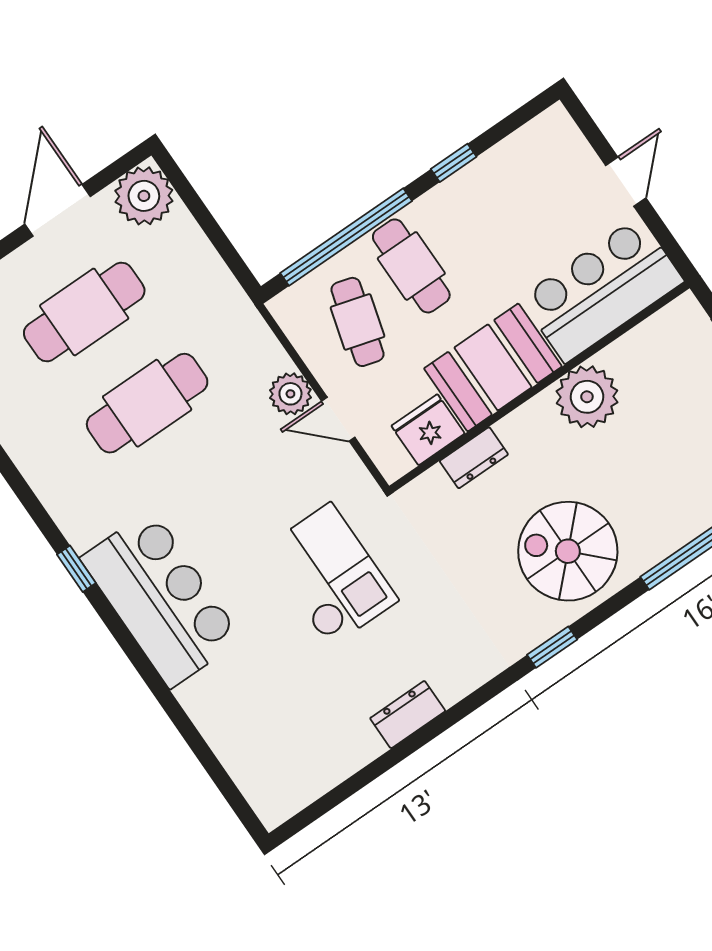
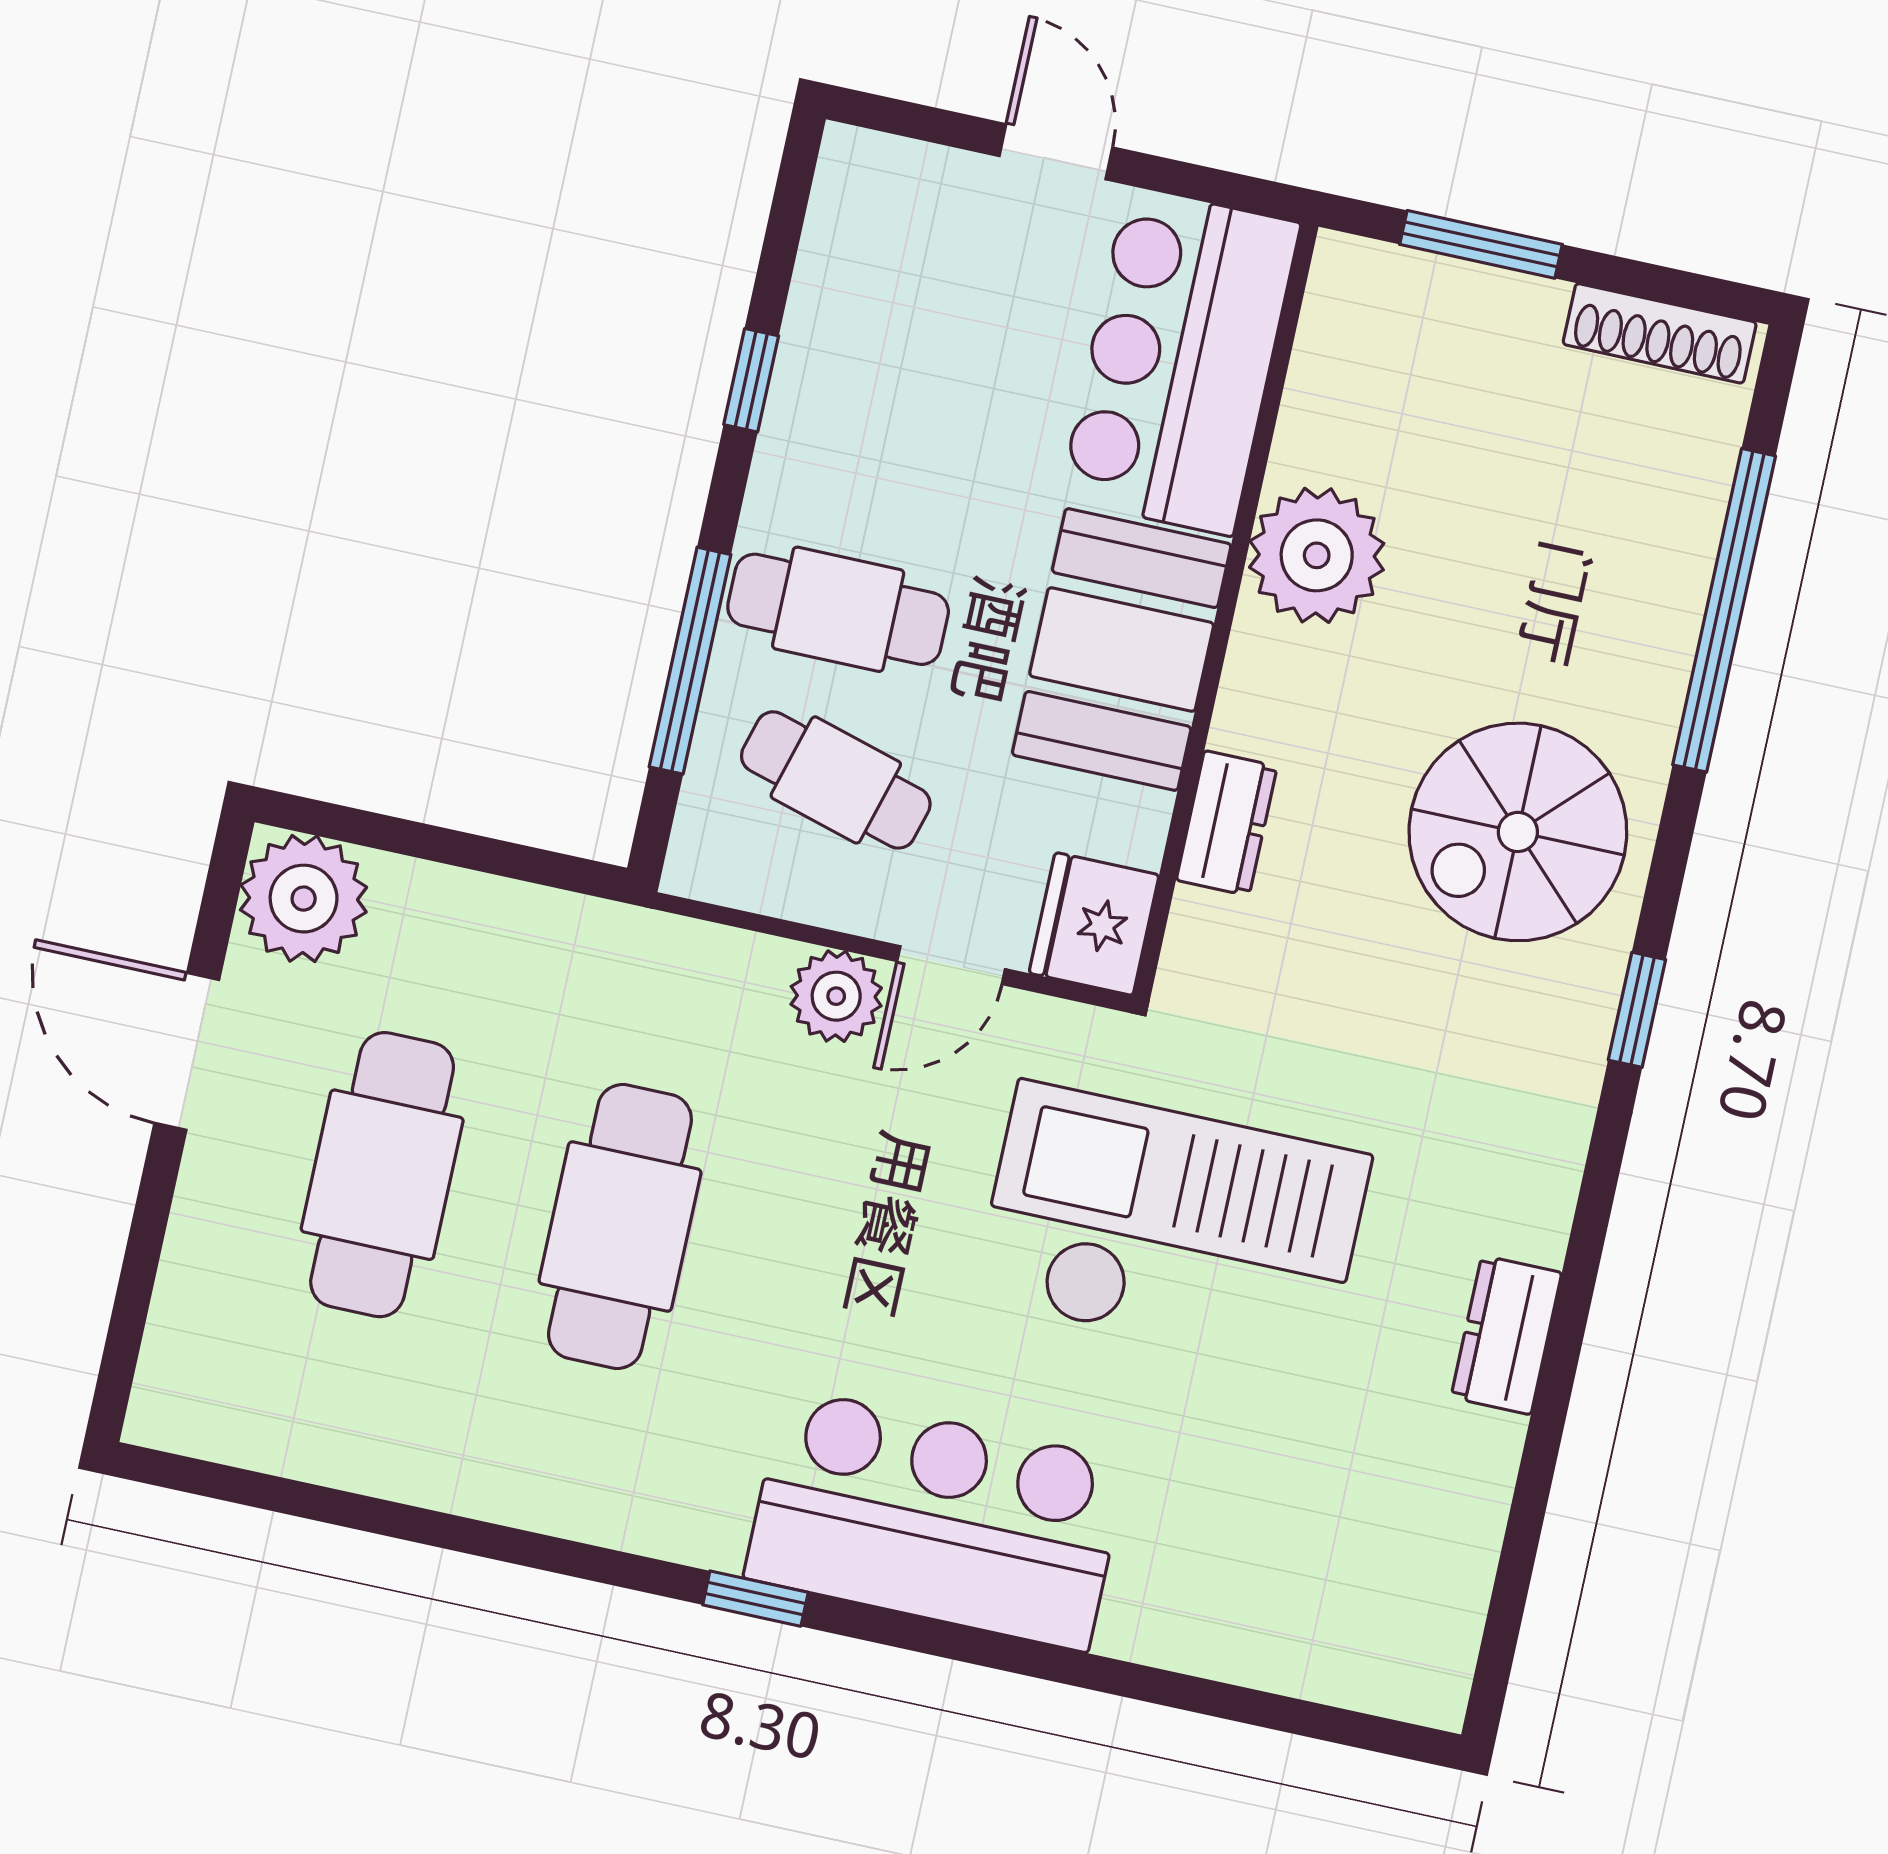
window: (346, 237) -> (690, 661), width x0.68
fridge: (428, 430) -> (1094, 924), moved
checkout: (330, 575) -> (1172, 1227), width x1.36, depth x1.21

